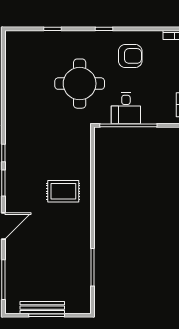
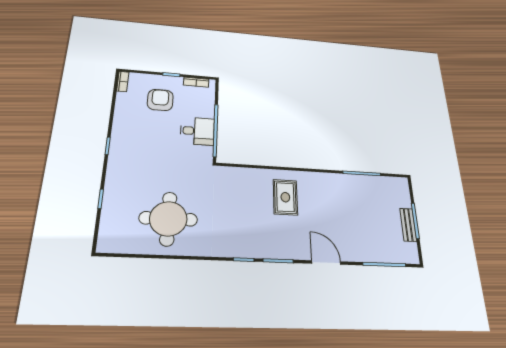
armchair: (130, 56) -> (160, 100), moved
round table: (80, 84) -> (168, 219), moved
bench: (42, 308) -> (408, 225), width x0.73

